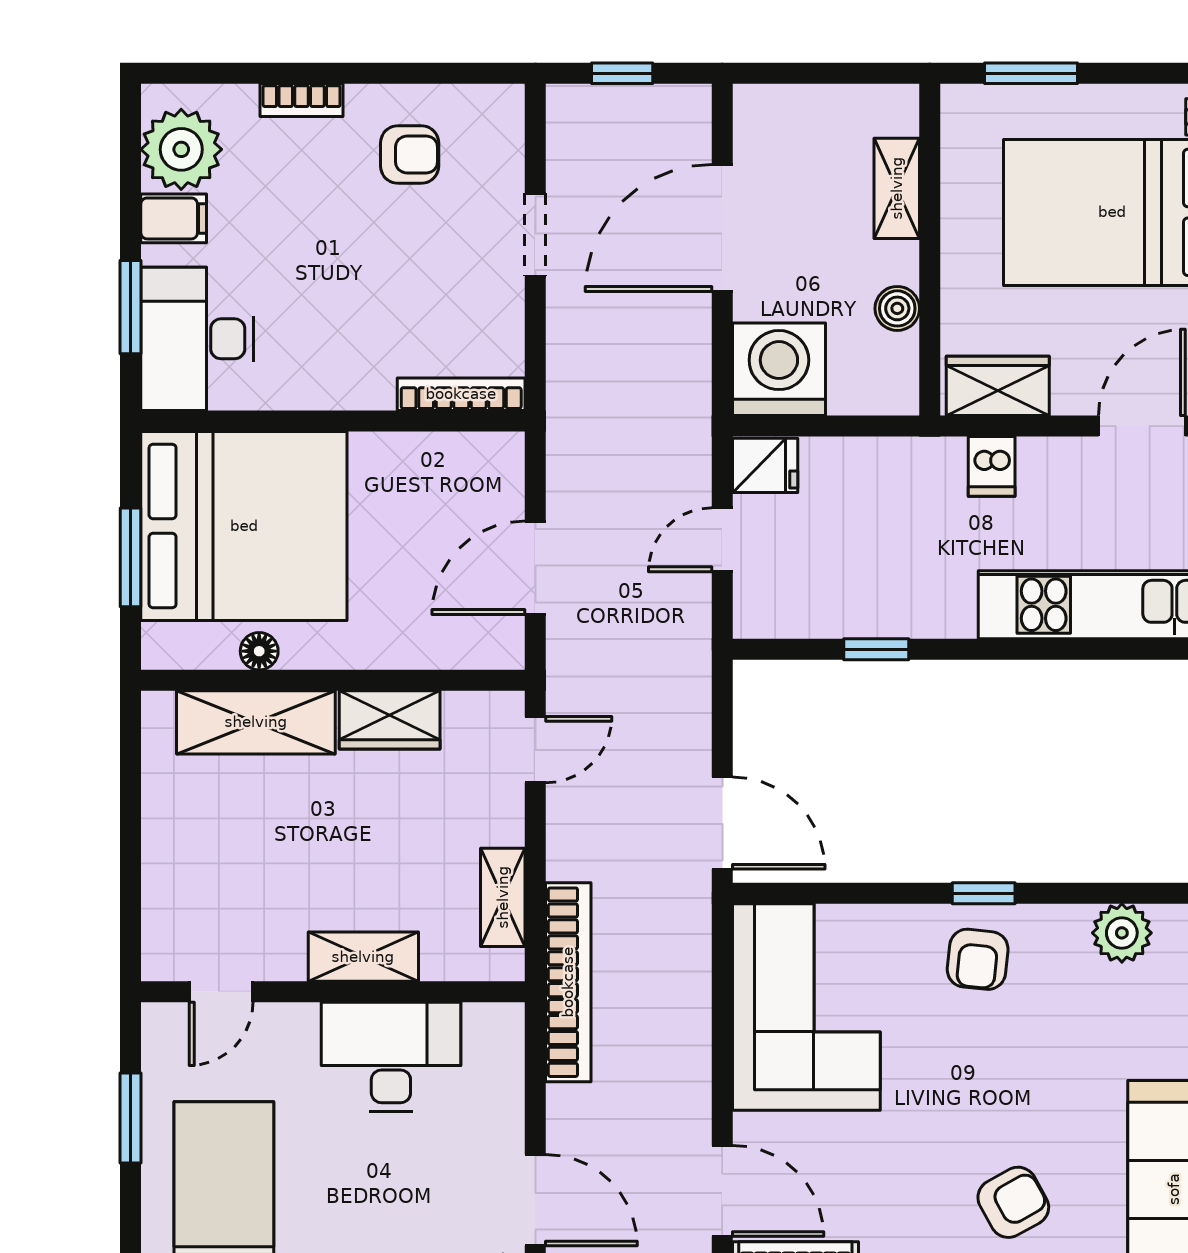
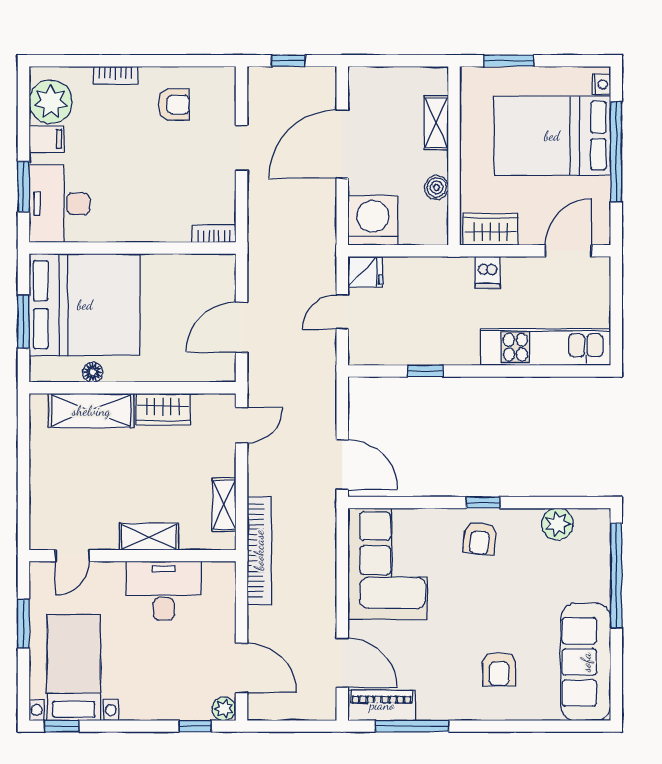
bookcase: (461, 394) -> (214, 234), width x0.64
armchair: (1013, 1202) -> (499, 669), turned 119

